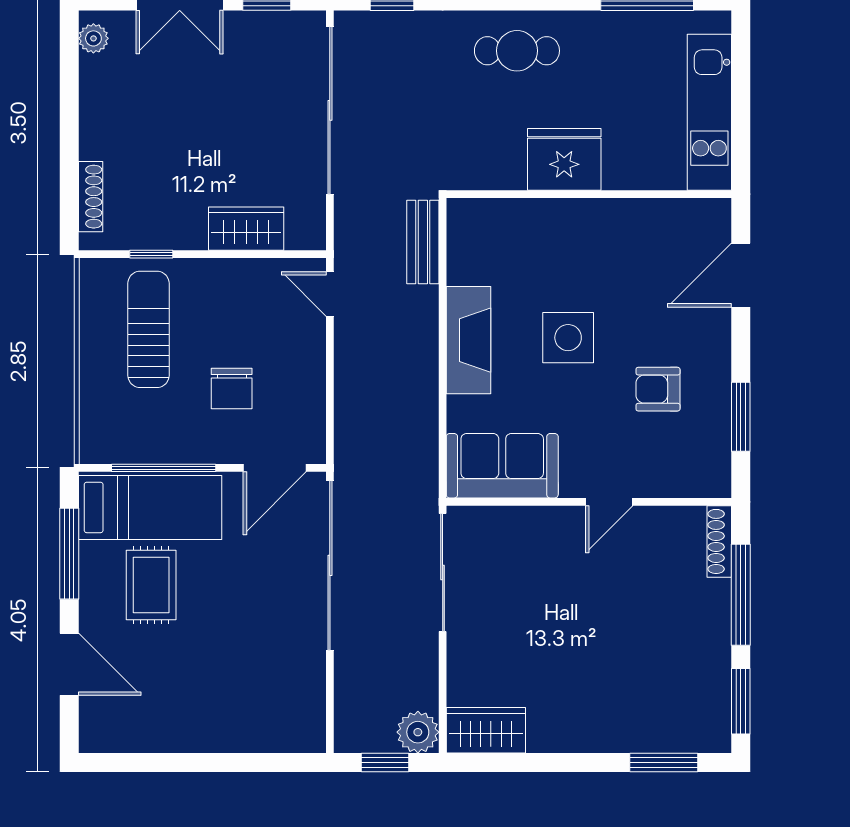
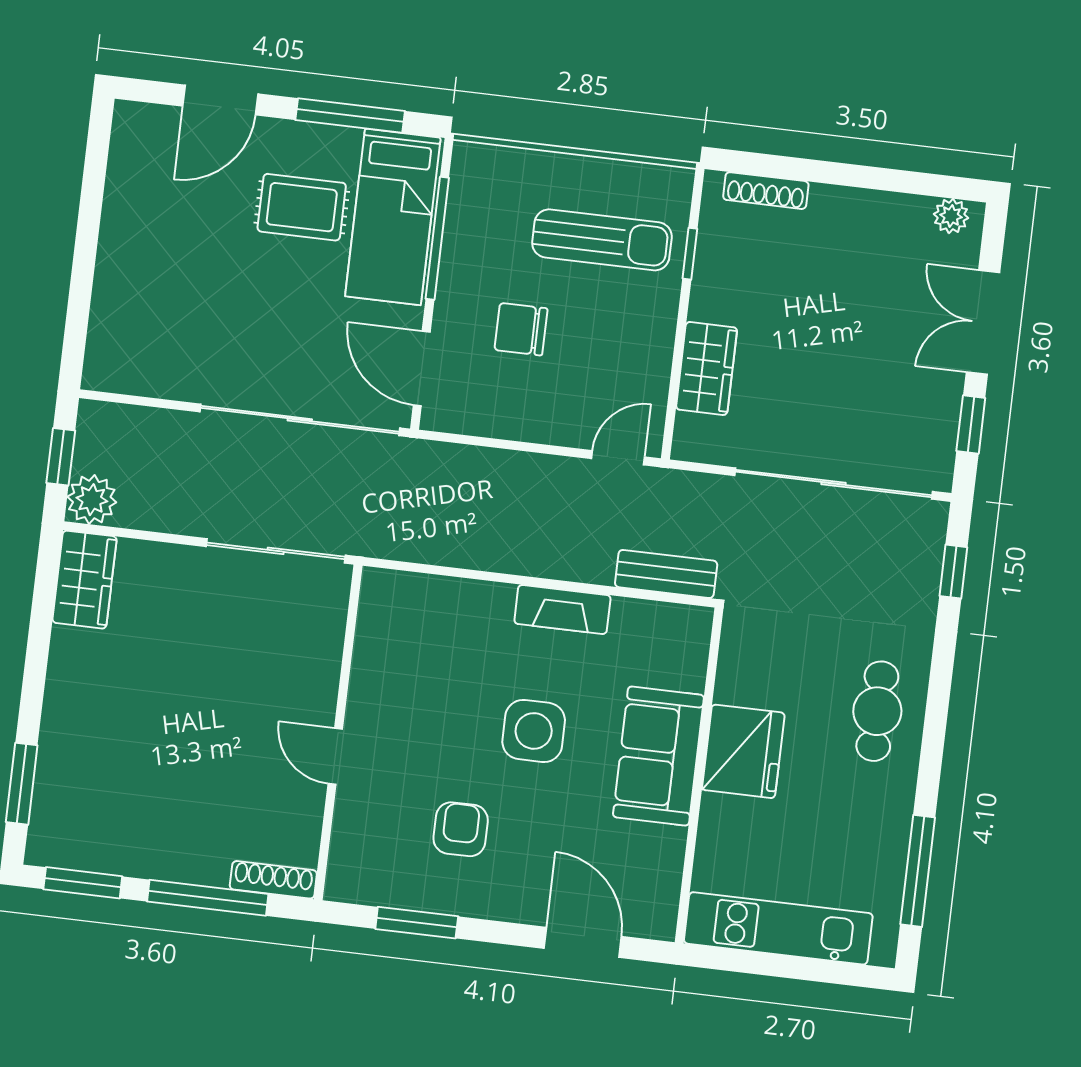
fireplace: (468, 340) -> (562, 609), width x0.73, depth x0.76
sofa: (502, 466) -> (658, 756), moved, turned 180

